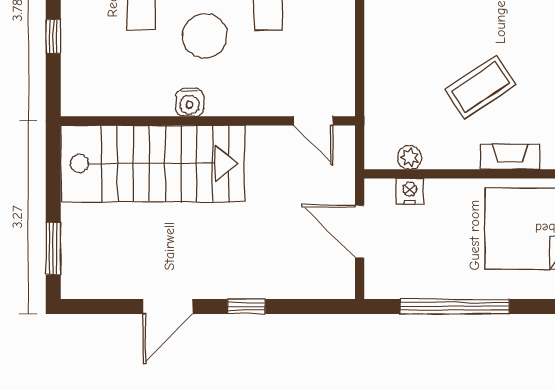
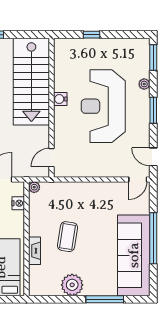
coffee table: (480, 87) -> (67, 237), turned 43
plant: (410, 158) -> (34, 187), moved

